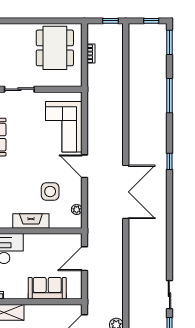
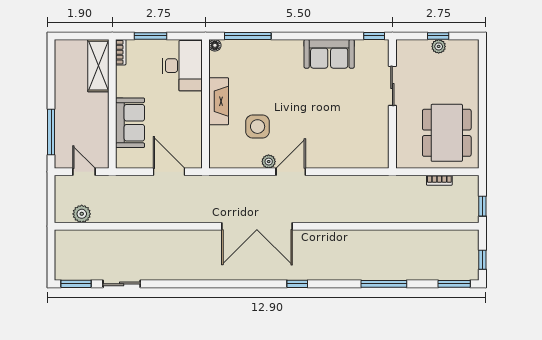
dining table: (55, 48) -> (447, 133), turned 90
corner sofa: (64, 127) -> (343, 145), removed
plant: (77, 209) -> (269, 162), moved

